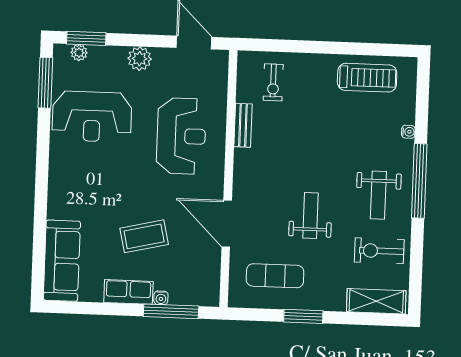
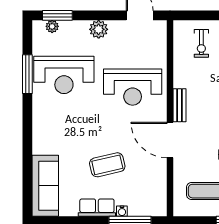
window: (45, 83) -> (27, 74), moved
bench: (243, 125) -> (180, 105), moved
reception desk: (181, 136) -> (133, 87), turned 90
door: (227, 224) -> (170, 140), moved

